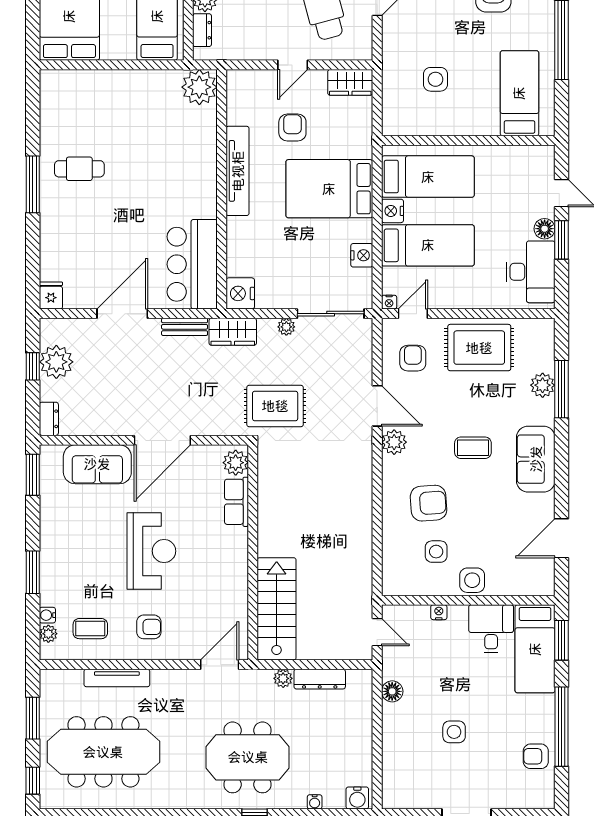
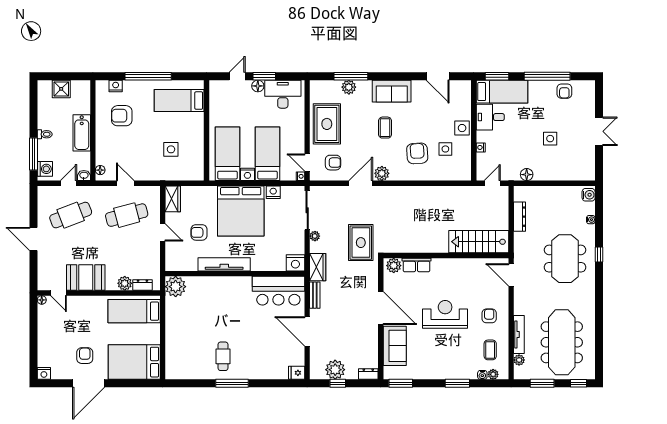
bed: (329, 189) -> (241, 211), width x1.36
armchair: (413, 358) -> (333, 163), turned 180
plant: (283, 678) -> (519, 360), moved

